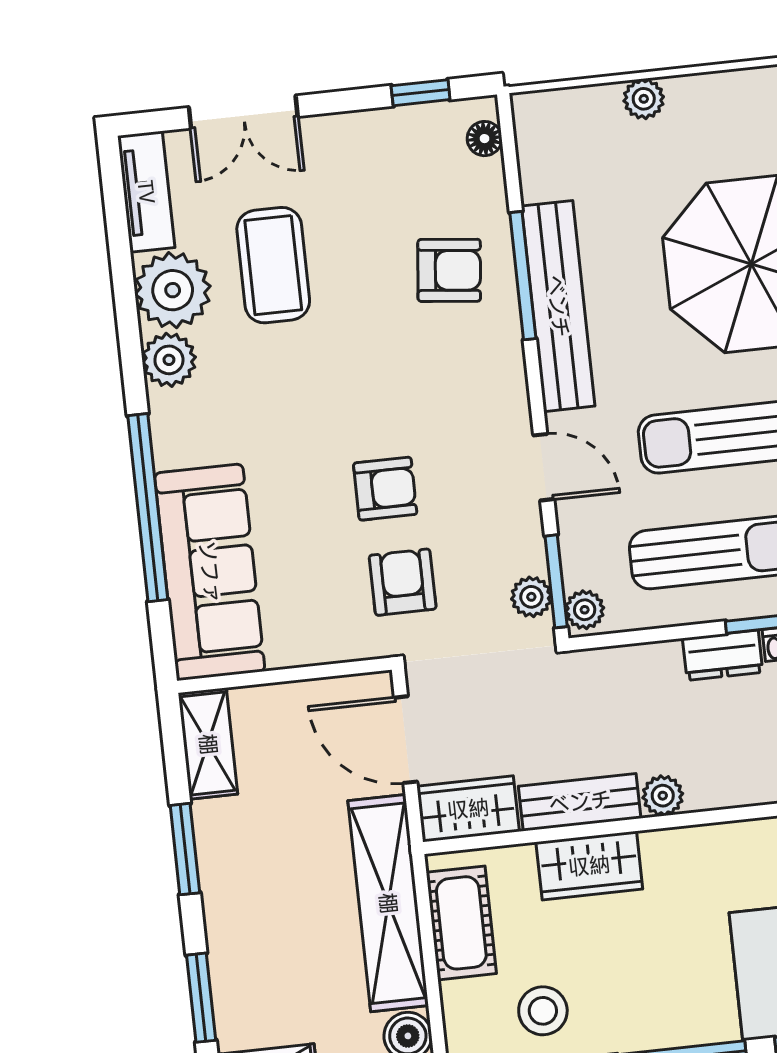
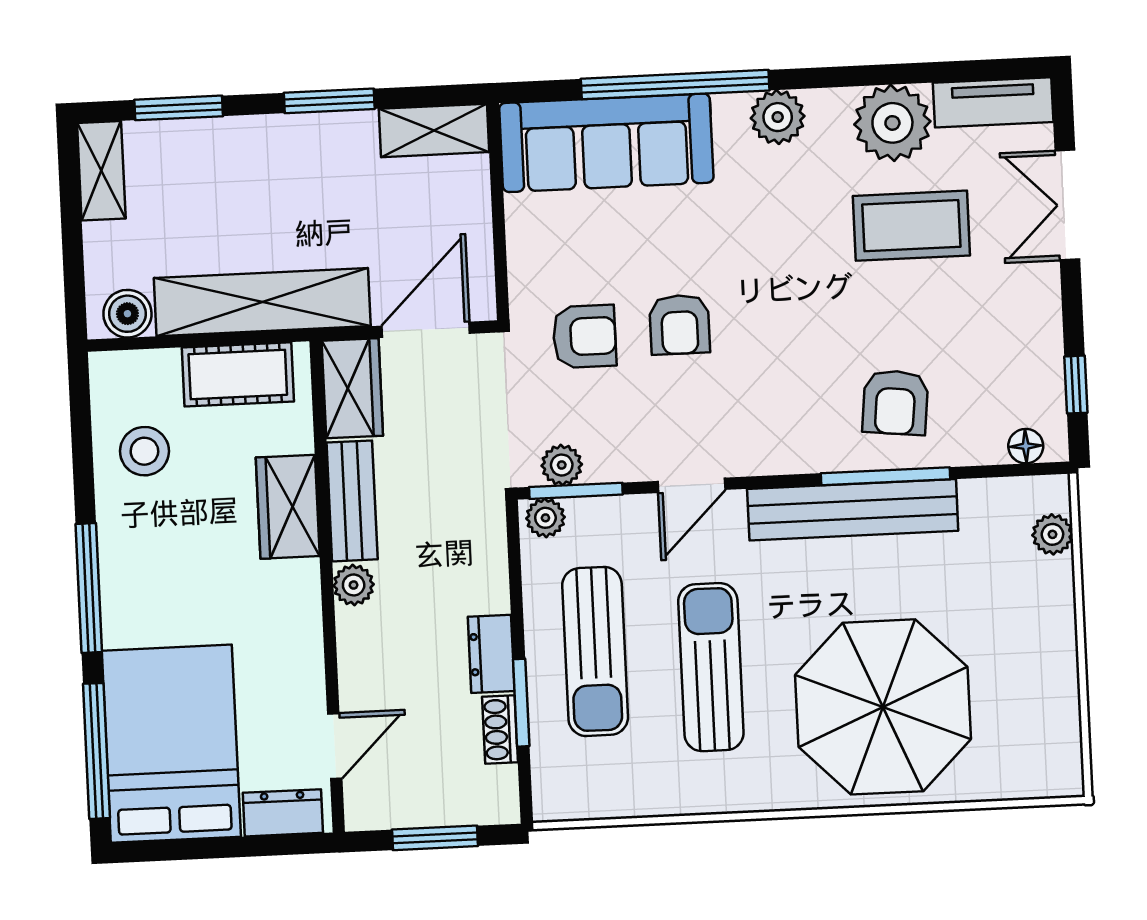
plant: (644, 99) -> (1052, 534), moved
plant: (169, 360) -> (778, 117), moved

